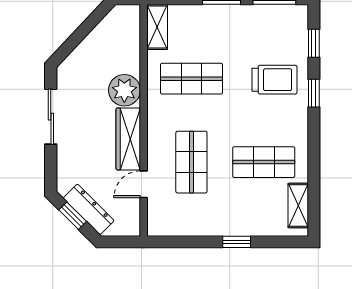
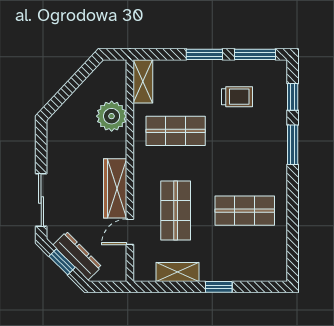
trolley: (274, 80) -> (237, 97), moved, width x0.73, depth x0.72
plant: (124, 90) -> (112, 116), moved
window: (314, 93) -> (293, 145), width x1.50
sliding door: (51, 117) -> (41, 200), moved
shelving: (298, 205) -> (177, 272), moved, turned 90

